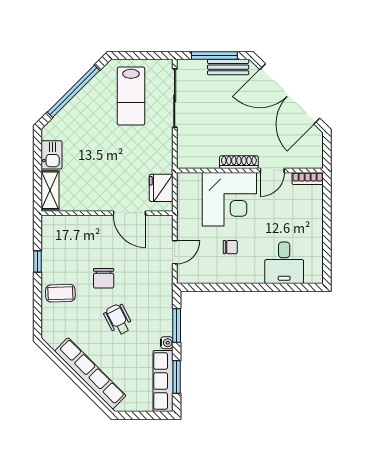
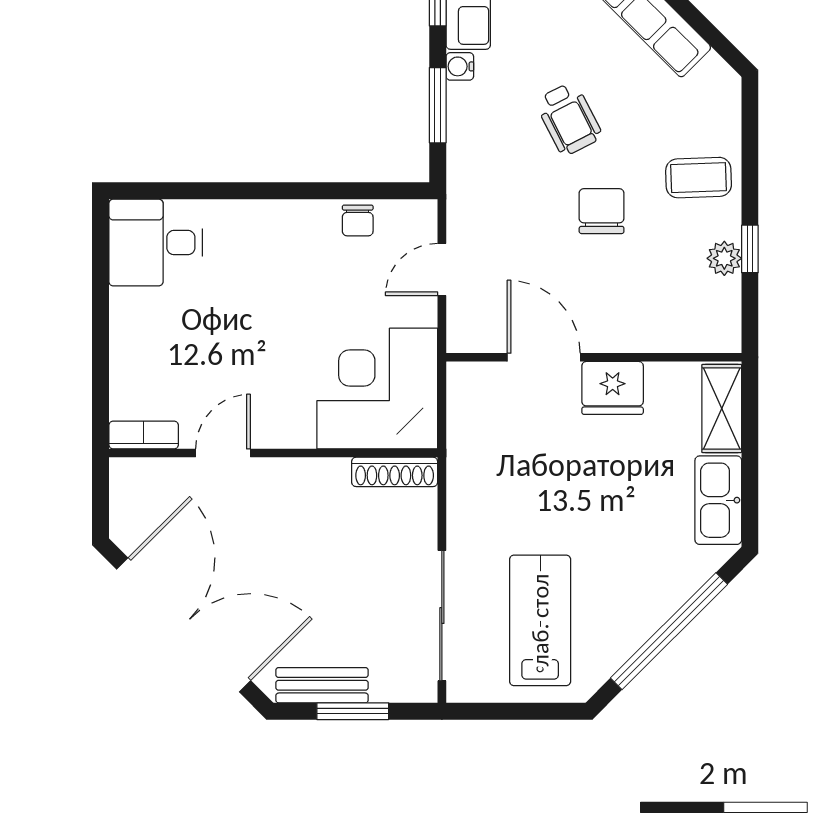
window: (214, 55) -> (353, 711), width x0.69
kitchen sink: (52, 155) -> (718, 500), width x1.38
shoe rack: (239, 162) -> (395, 472), moved
fridge: (161, 188) -> (613, 388), moved, turned 90
corner desk: (229, 199) -> (377, 389), moved
chair: (230, 247) -> (358, 220), moved, turned -90
plant: (49, 257) -> (724, 258), added
desk: (284, 263) -> (156, 243), moved, turned -90

